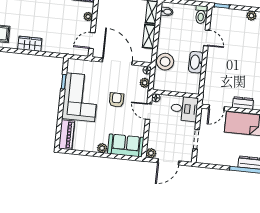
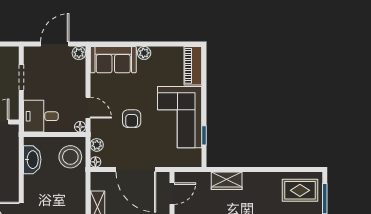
wardrobe: (30, 44) -> (227, 181), moved
stool: (165, 62) -> (70, 157), moved
washbasin: (196, 62) -> (32, 160), moved

